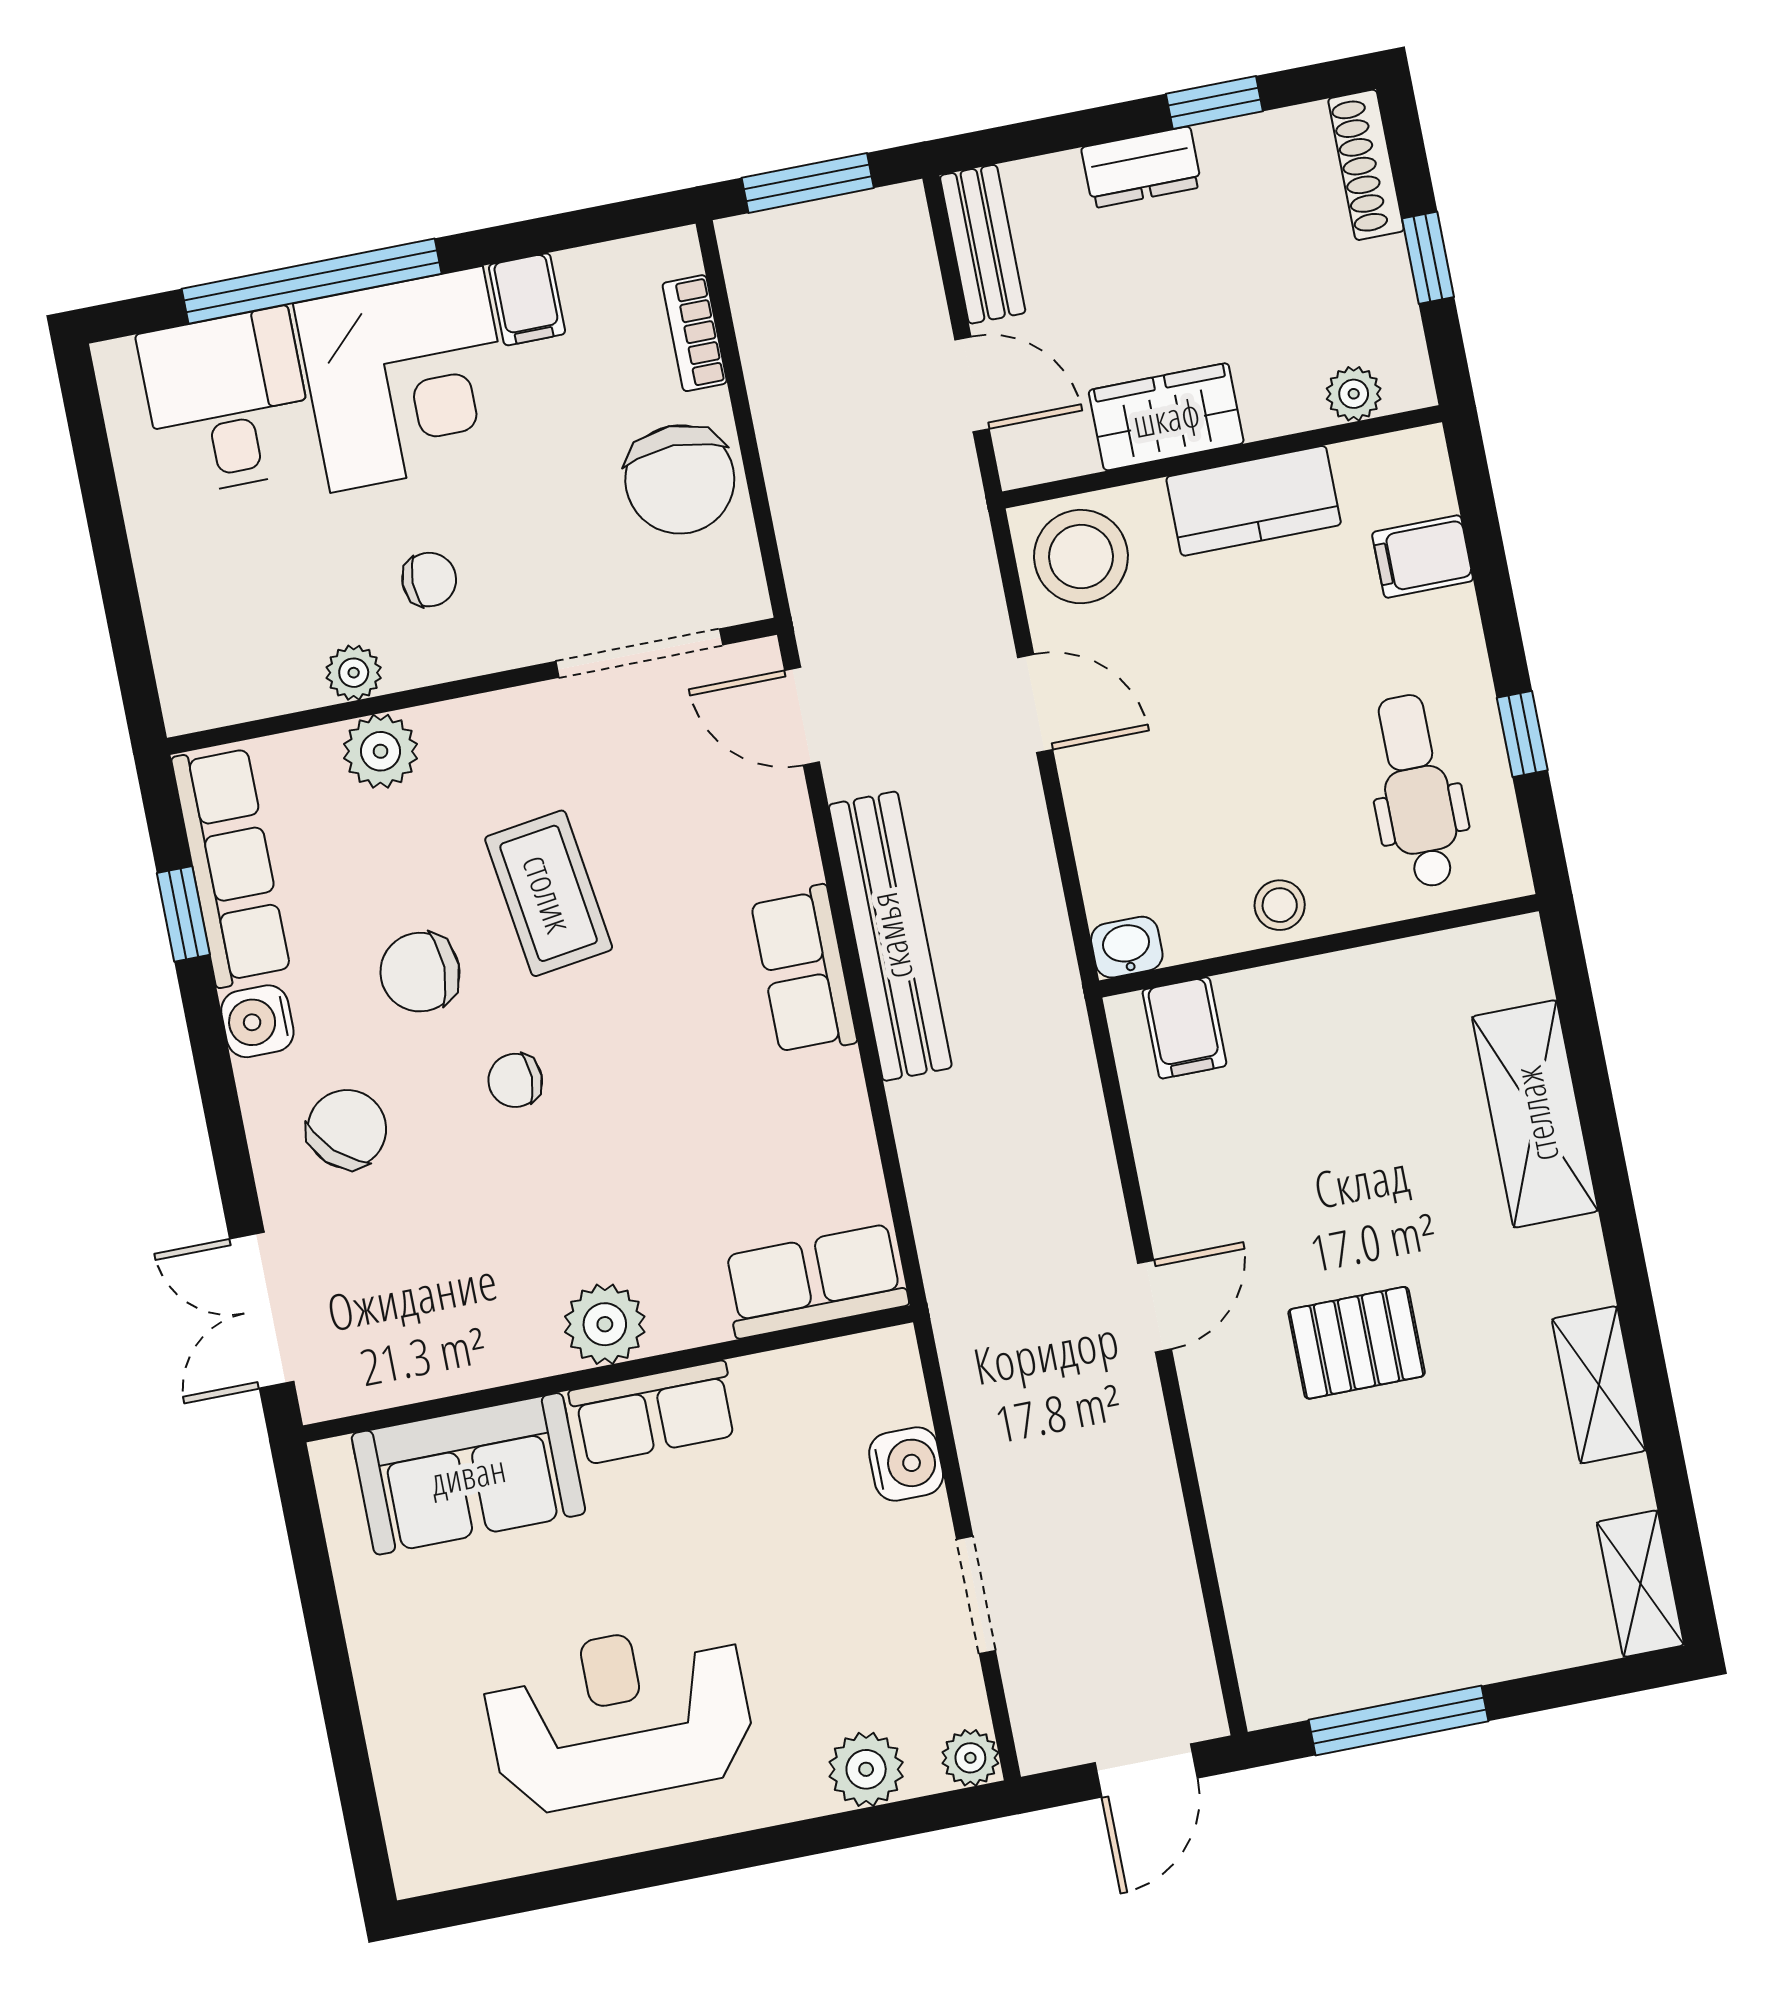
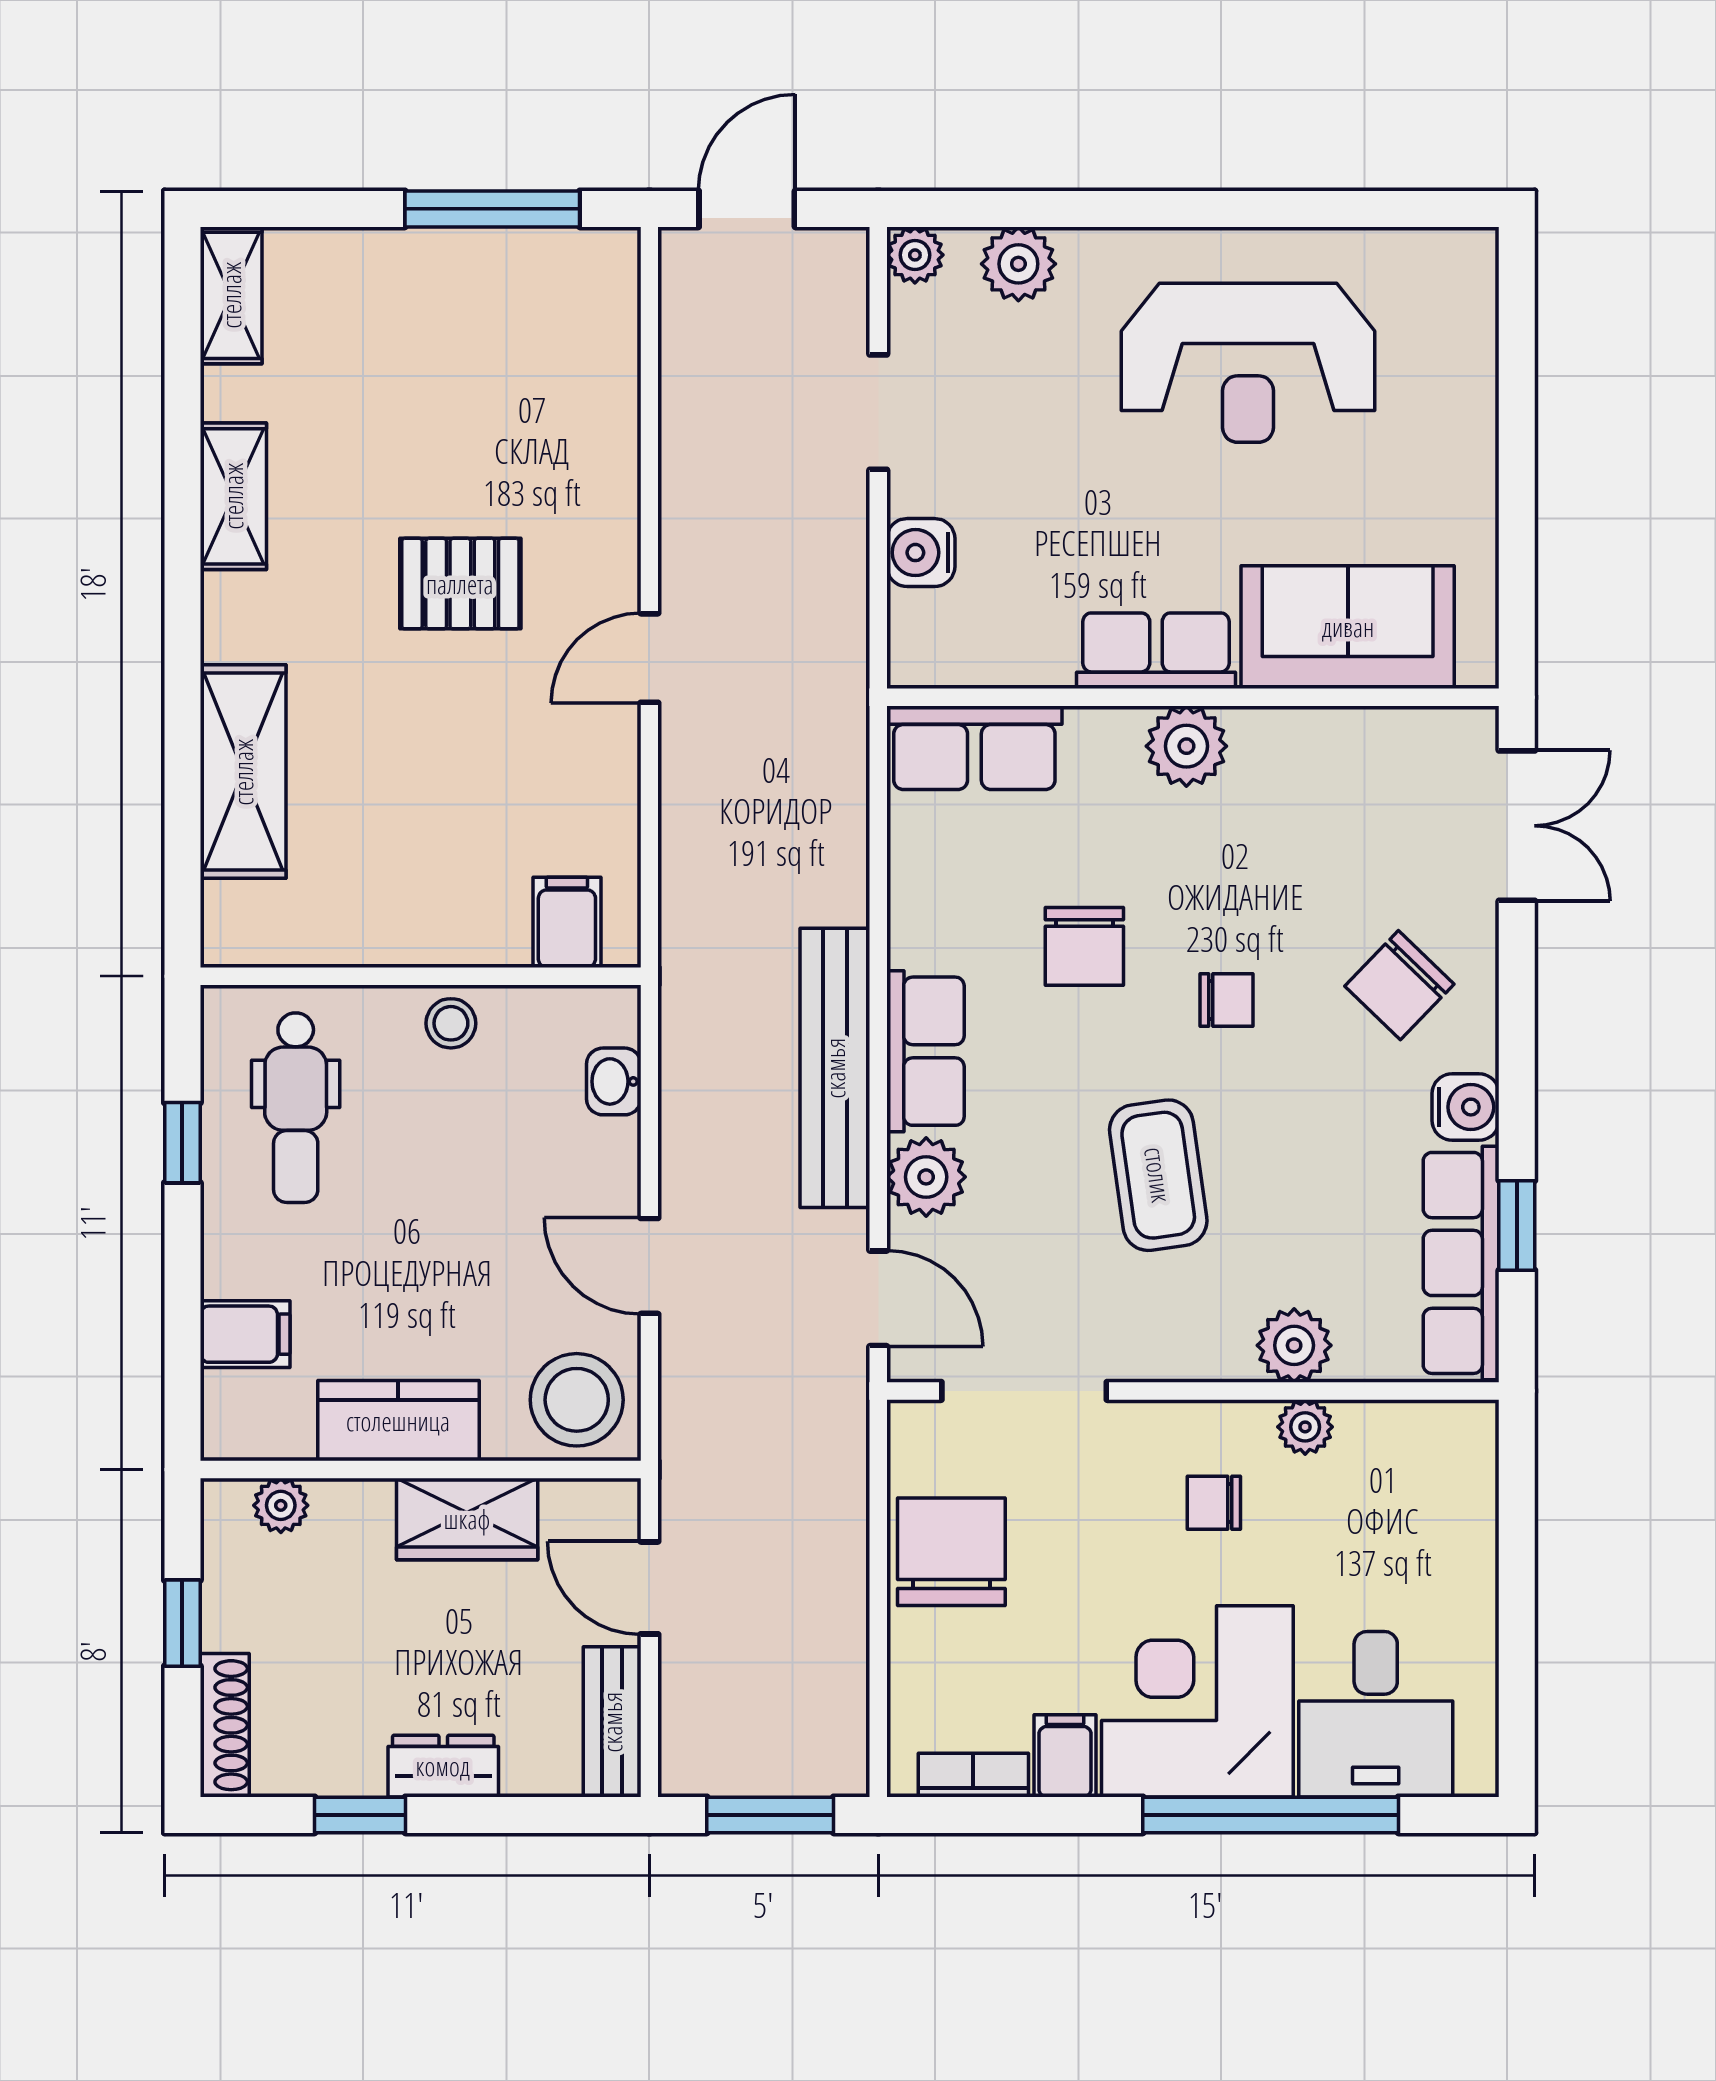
bookcase: (695, 333) -> (973, 1775), moved, turned -90
plant: (778, 846) -> (926, 1177), added
washbasin: (1127, 947) -> (614, 1081), moved, turned 90
chair: (420, 972) -> (1084, 946), moved, turned 90

